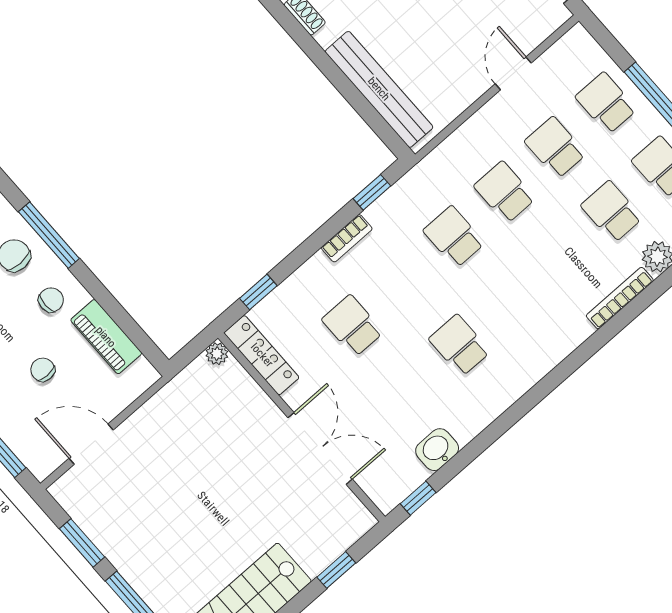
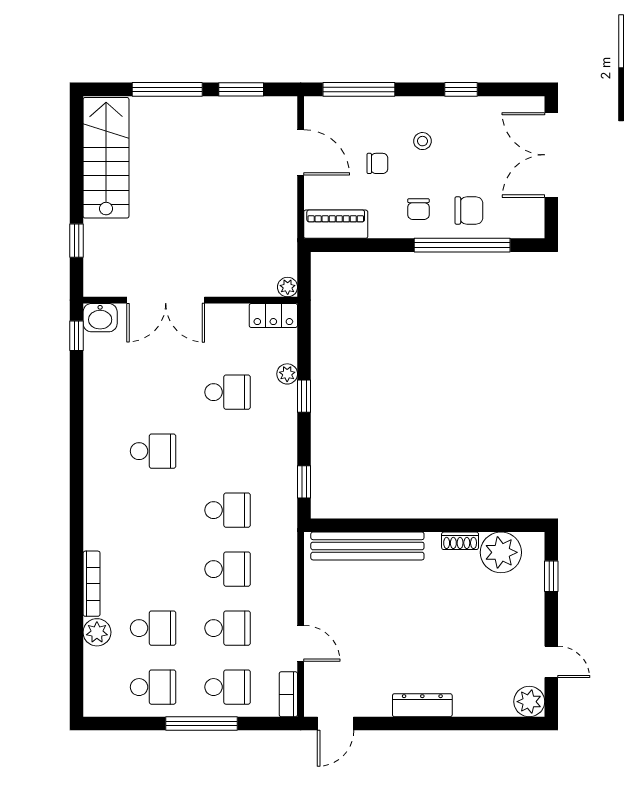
window: (49, 235) -> (462, 245), width x1.46
bookcase: (347, 238) -> (288, 694), moved
plant: (292, 288) -> (287, 374), added
window: (258, 292) -> (304, 396), moved
piano: (106, 337) -> (336, 224), moved
locker: (262, 355) -> (273, 315), width x0.66
door: (91, 444) -> (301, 152), hinge flipped
washbasin: (437, 450) -> (100, 318), moved, turned 90

